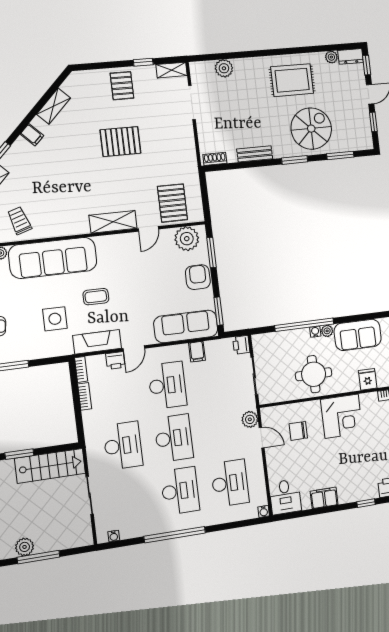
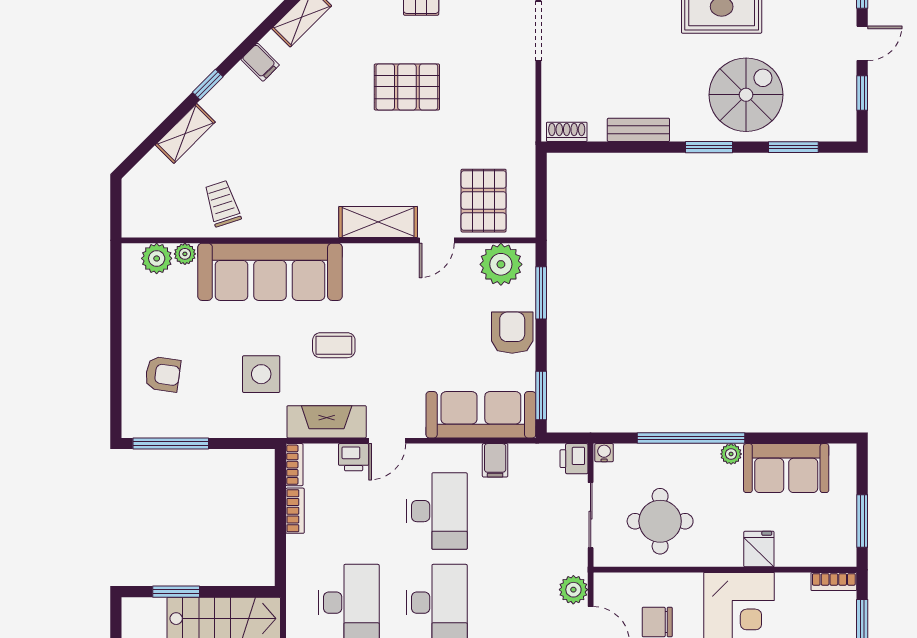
water cooler: (315, 332) -> (604, 453), moved
round table: (314, 374) -> (660, 521), moved
fridge: (368, 379) -> (759, 549), moved

